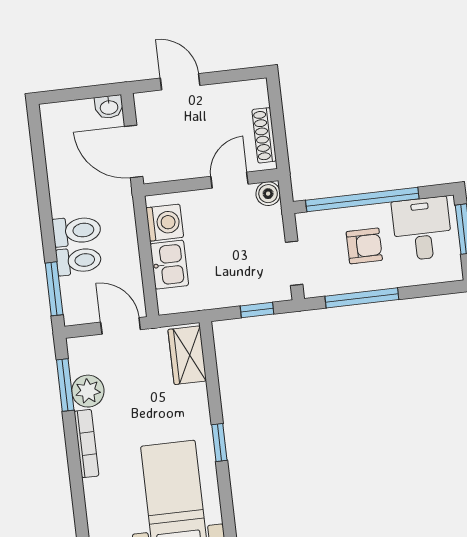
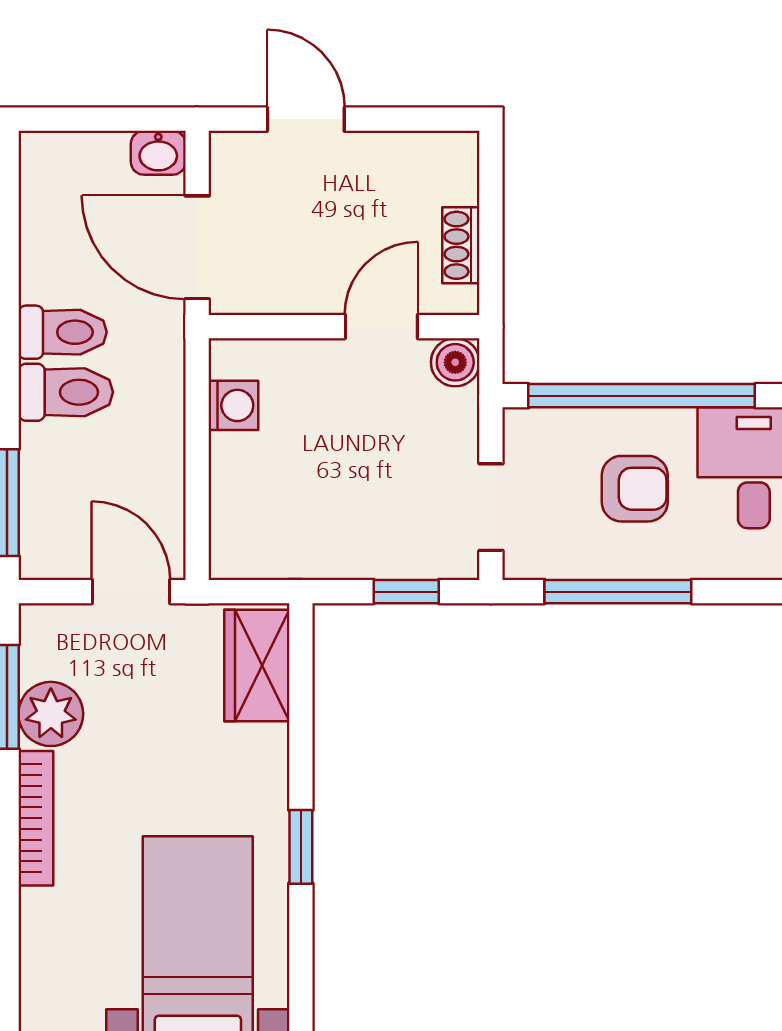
shoe rack: (264, 135) -> (461, 245), width x0.70
washing machine: (165, 223) -> (233, 405), width x0.73, depth x0.73
toilet: (79, 261) -> (63, 332), moved
kitchen sink: (169, 265) -> (242, 481), removed

